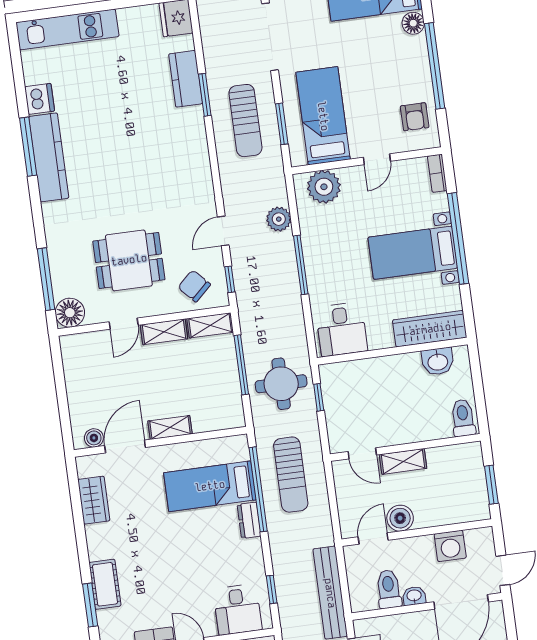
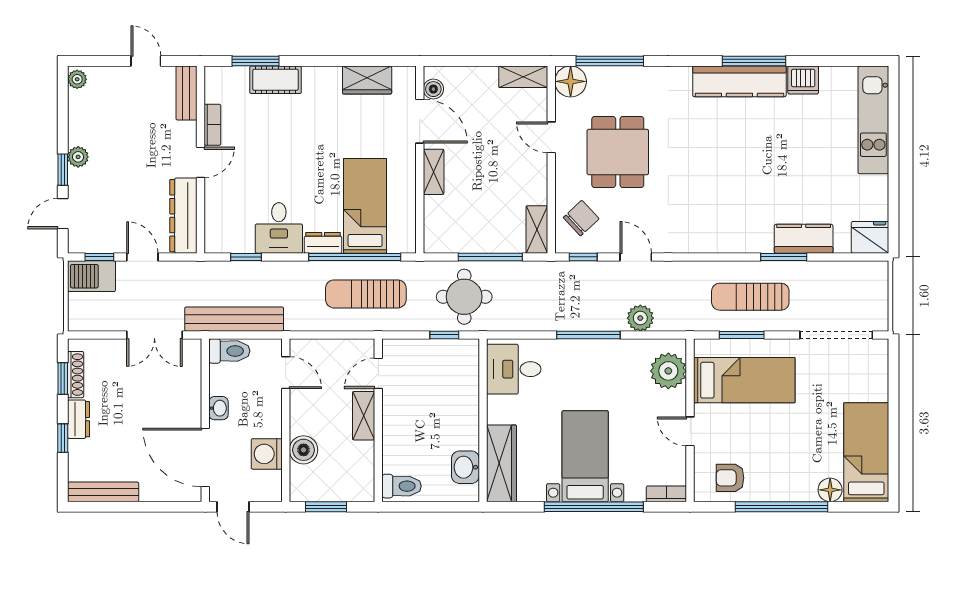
shelving: (164, 332) -> (523, 77), moved, turned 90
boiler: (400, 518) -> (304, 450), moved
toilet: (389, 589) -> (229, 351), moved
desk: (238, 609) -> (279, 228), moved, turned -90

